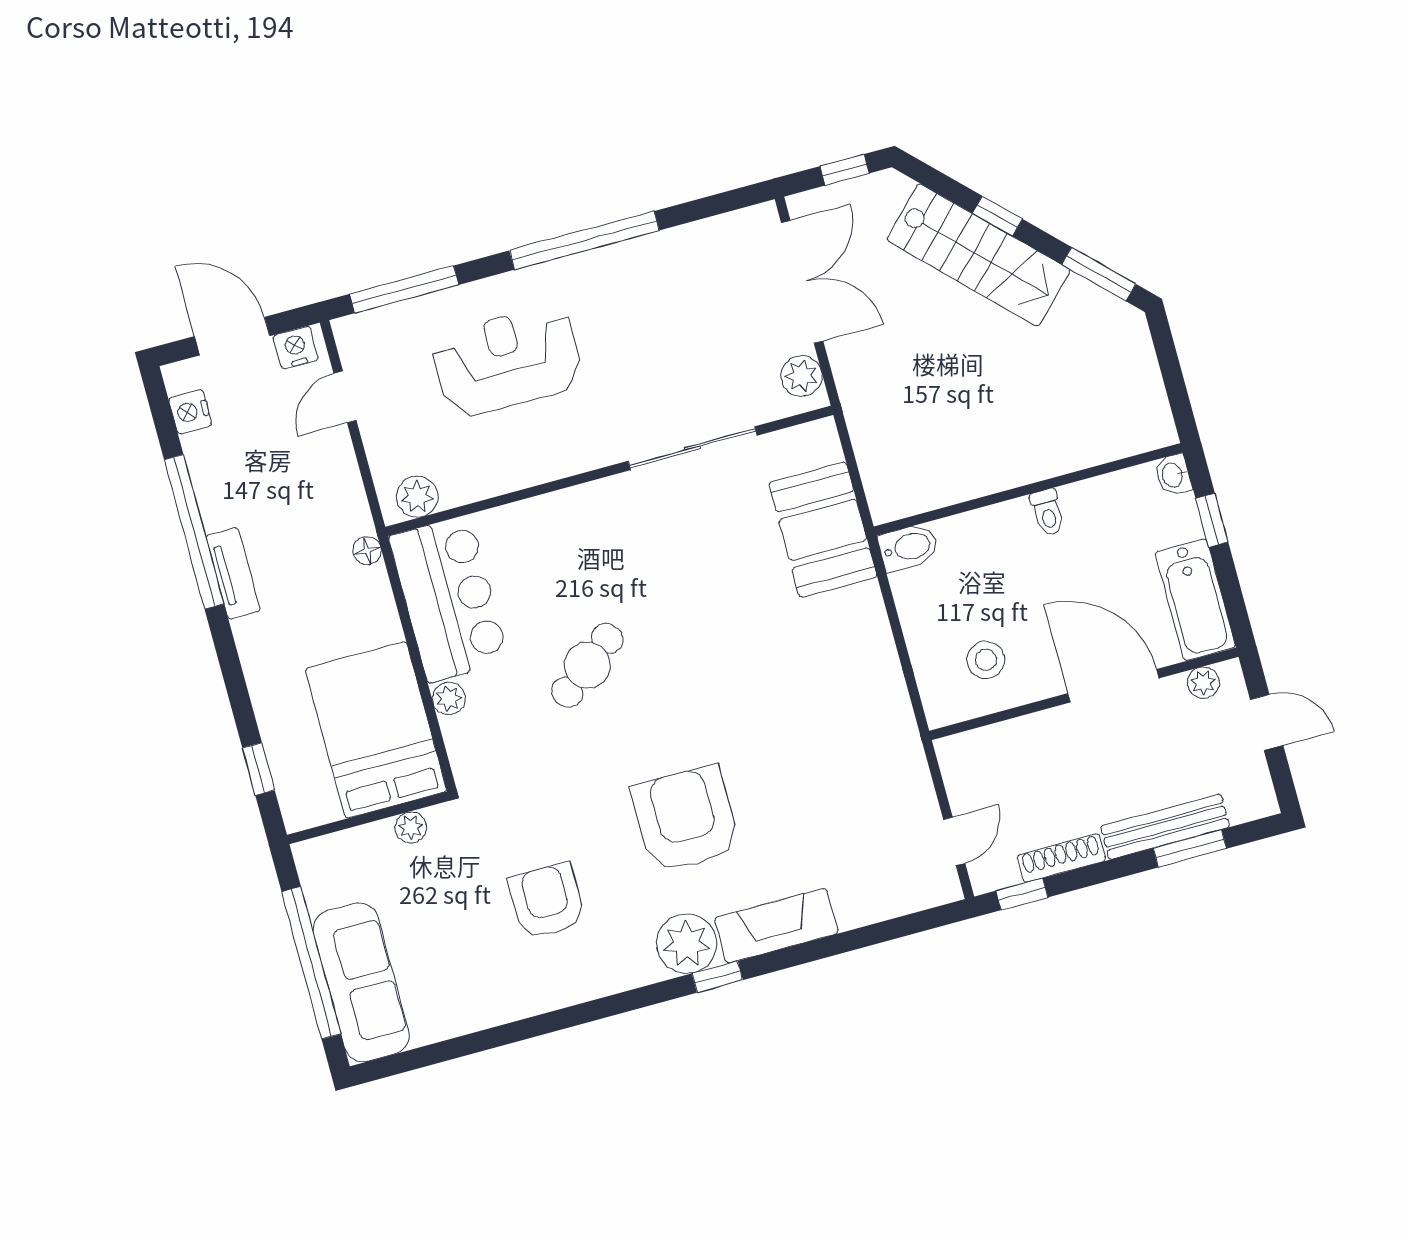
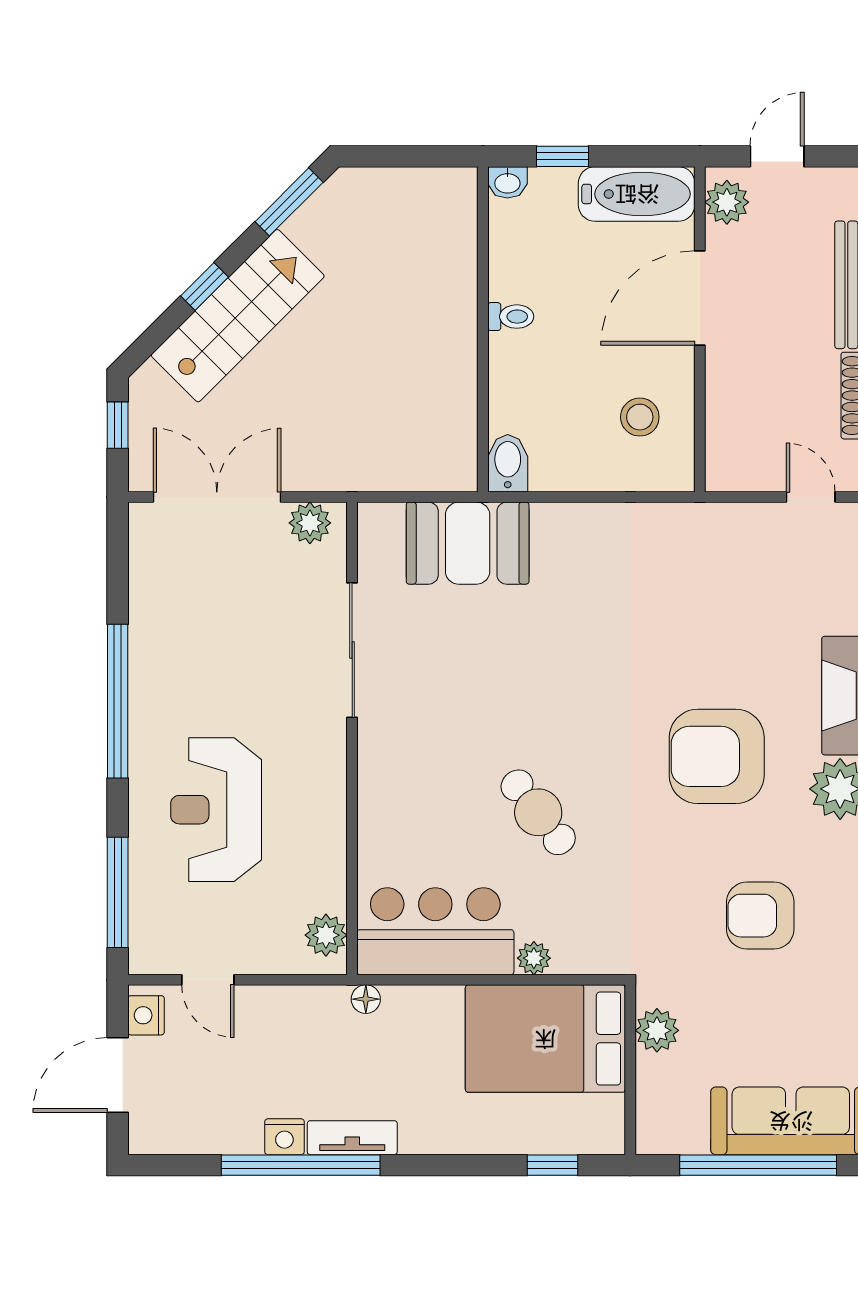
nightstand: (190, 412) -> (284, 1137), moved
plant: (1203, 683) -> (727, 202), width x1.38, depth x1.38
plant: (411, 827) -> (657, 1030), width x1.38, depth x1.38

